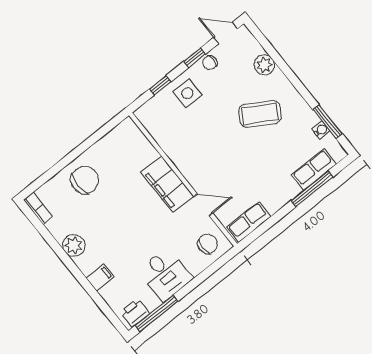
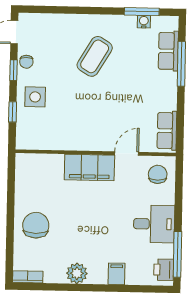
plant: (264, 65) -> (61, 23), removed

